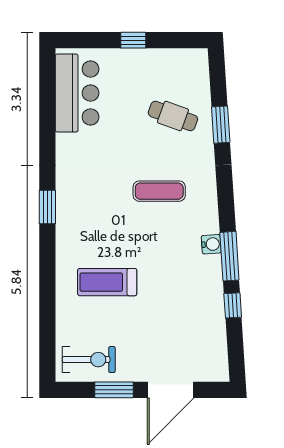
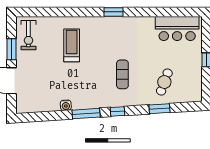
water cooler: (211, 244) -> (66, 105), moved
window: (233, 305) -> (118, 111), moved

